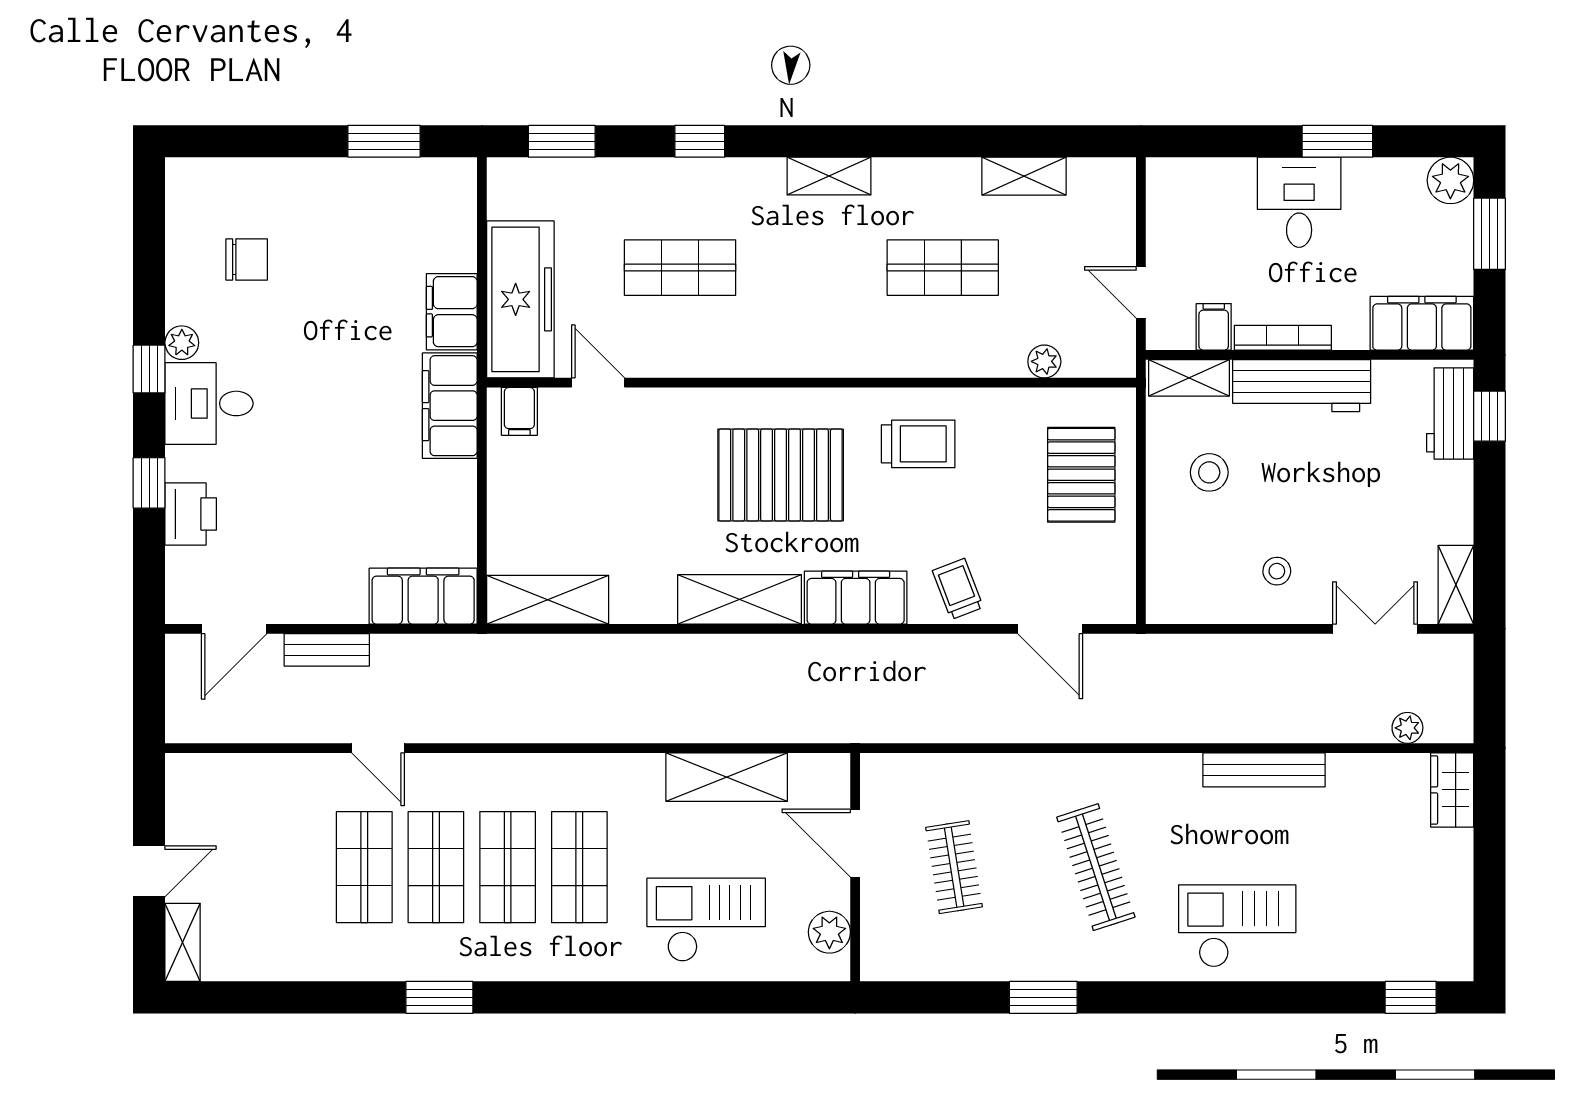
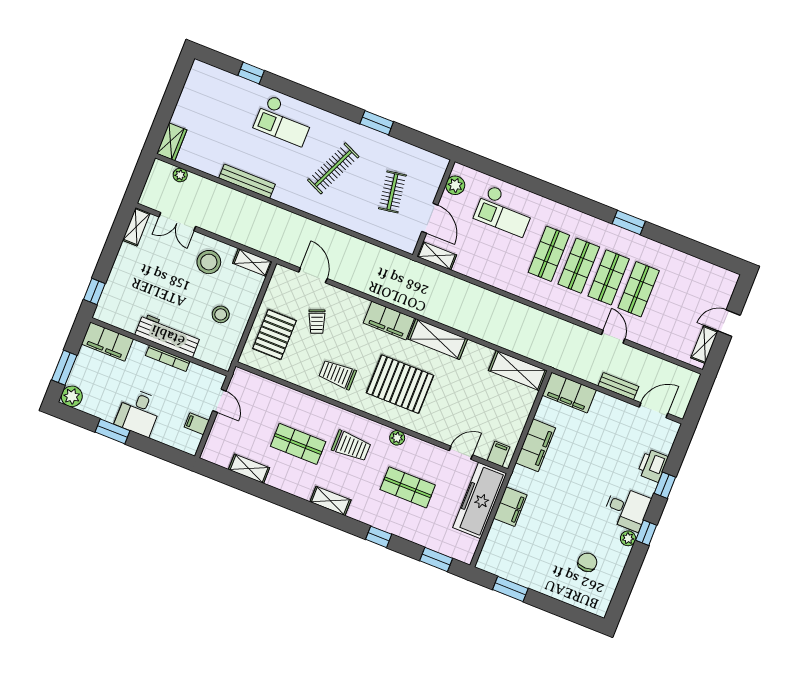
chair: (247, 260) -> (587, 562), turned 90
trolley: (831, 307) -> (351, 446), added
filing cabinet: (1214, 327) -> (197, 424), moved, turned 90
plant: (1044, 361) -> (397, 438), moved
shelving: (1189, 378) -> (252, 262), moved
door: (598, 383) -> (461, 453), swing flipped
filing cabinet: (450, 406) -> (536, 445), moved
workbench: (1450, 413) -> (110, 299), removed
stool: (1277, 571) -> (209, 262), width x1.89, depth x1.89
trolley: (958, 589) -> (317, 322), moved
shelving: (727, 777) -> (437, 256), moved, width x0.67, depth x0.75
clothes rail: (1096, 867) -> (333, 168), turned 42
shelving: (183, 942) -> (704, 345), moved
window: (1411, 997) -> (251, 73), moved

